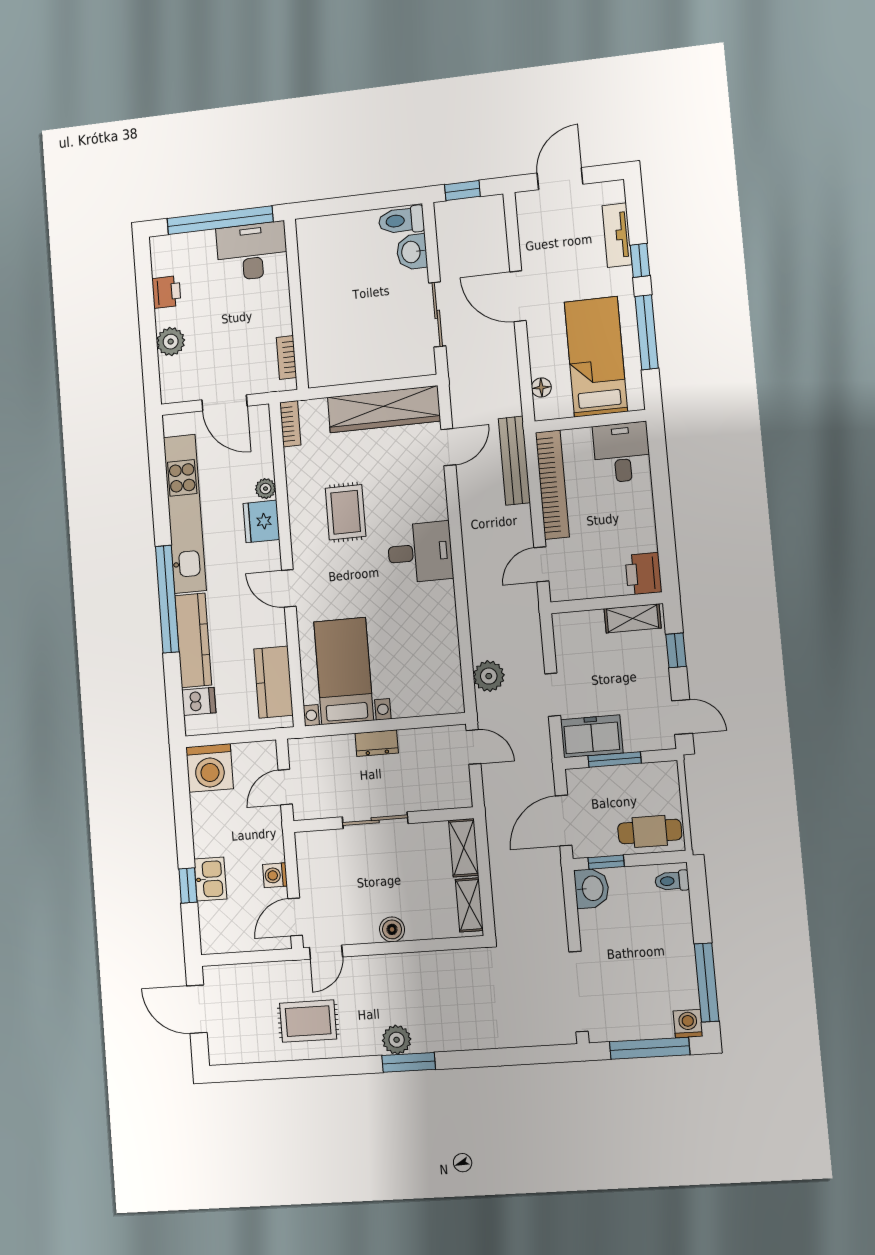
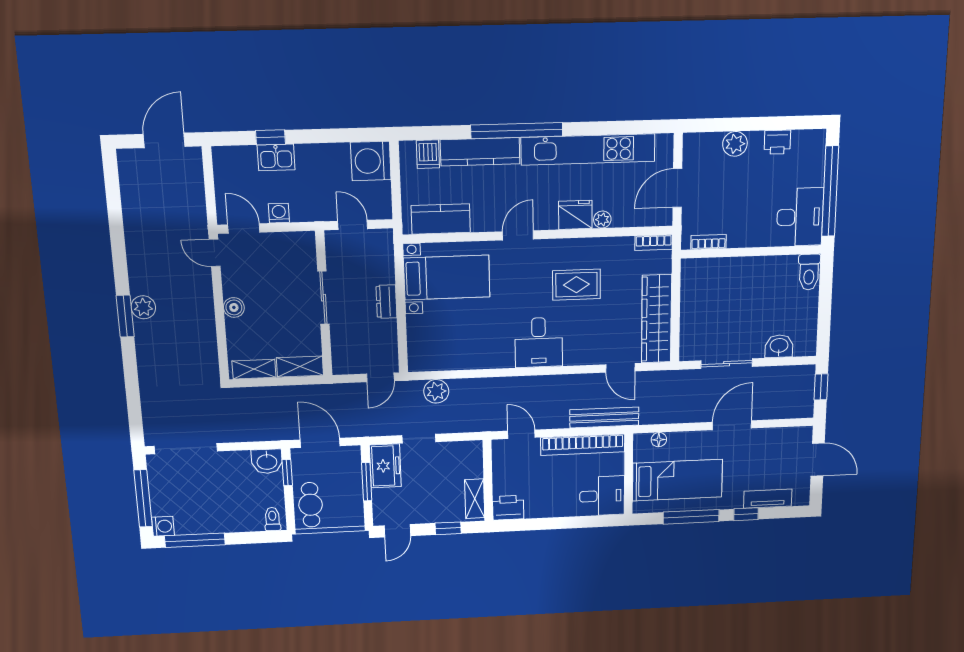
toilet: (401, 220) -> (809, 272), moved, turned 180
rug: (308, 1021) -> (157, 235), removed

